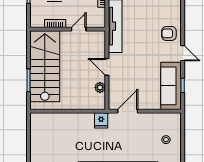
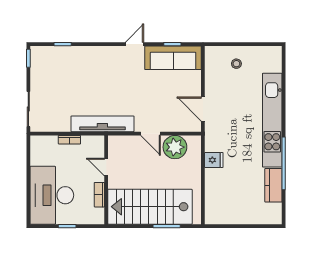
armchair: (169, 33) -> (111, 60), removed
door: (107, 67) -> (151, 134), hinge flipped
plant: (100, 87) -> (175, 147), width x1.87, depth x1.87
fridge: (101, 120) -> (214, 160), moved

